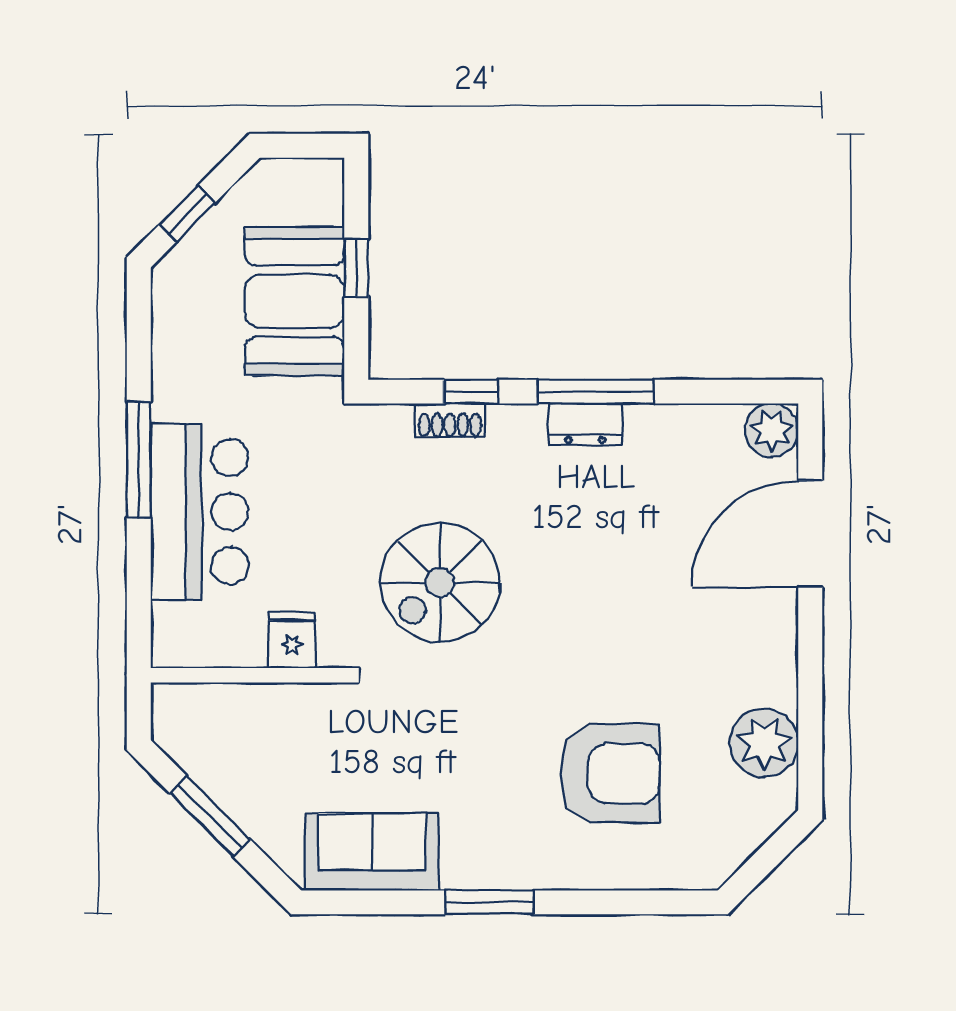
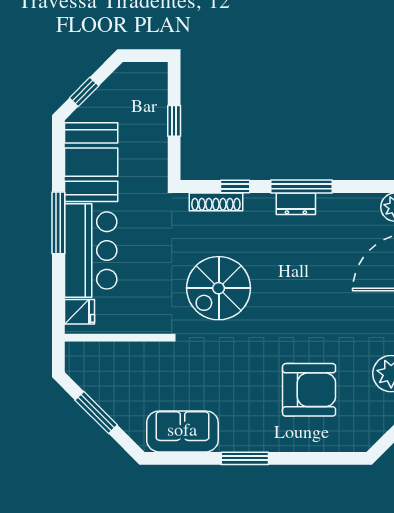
booth: (295, 301) -> (91, 162), moved
shoe rack: (450, 420) -> (216, 202), width x1.43
fridge: (292, 640) -> (79, 312), moved, turned 90

